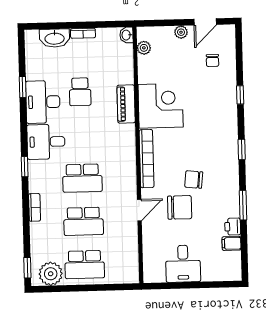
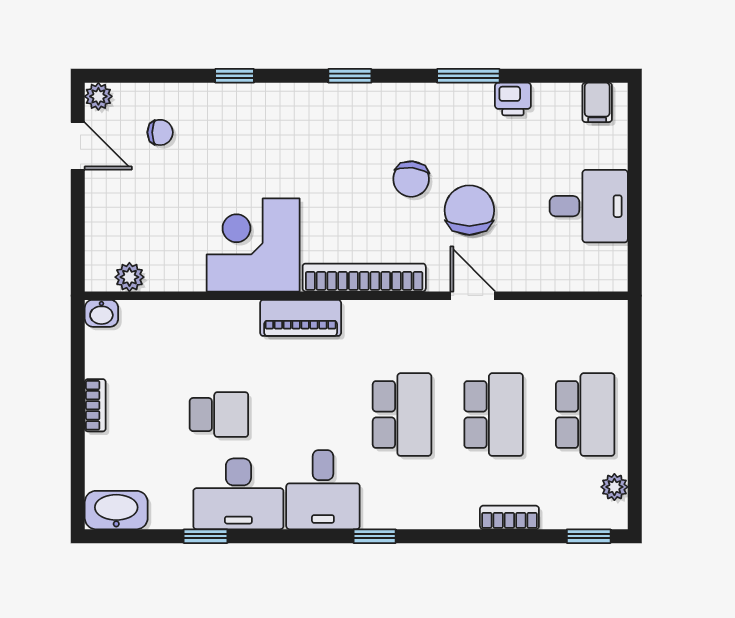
plant: (181, 32) -> (98, 96), moved
washbasin: (55, 38) -> (116, 510), moved, turned -90
piano: (126, 104) -> (301, 318), moved
bookcase: (35, 207) -> (509, 517), moved
filing cabinet: (231, 243) -> (597, 102), moved
plant: (51, 274) -> (614, 487), width x0.53, depth x0.53

